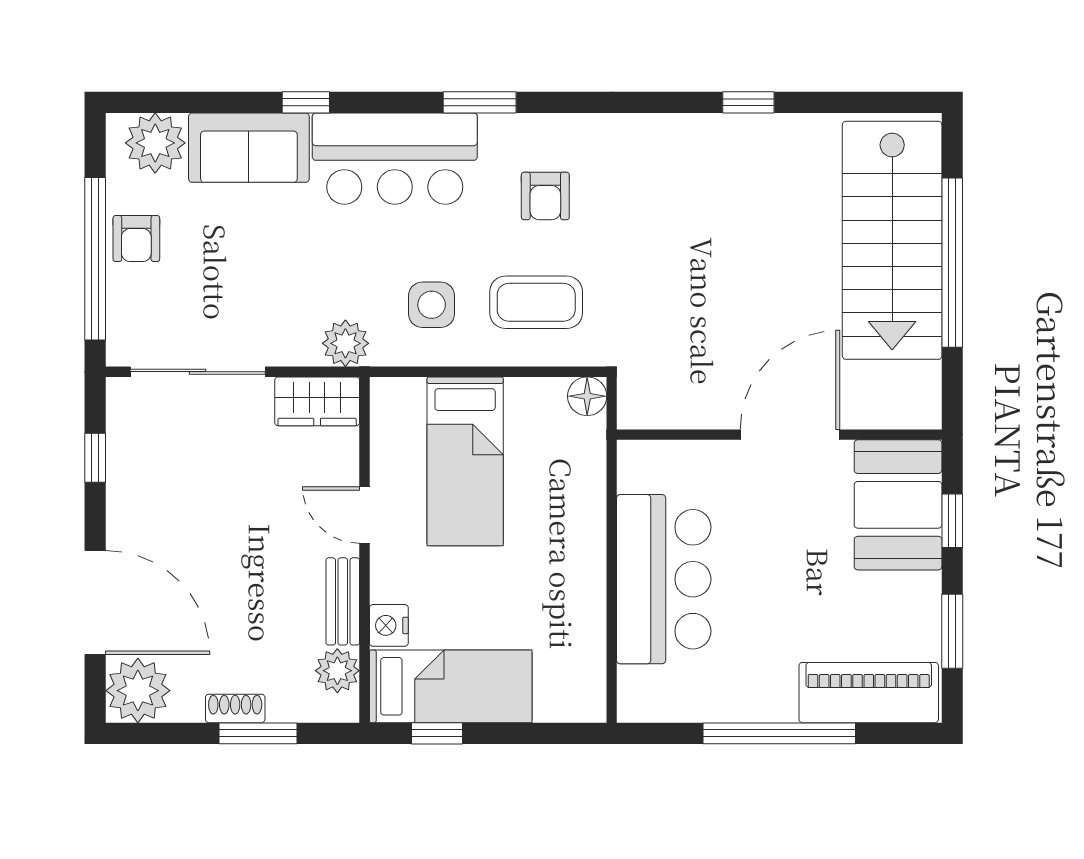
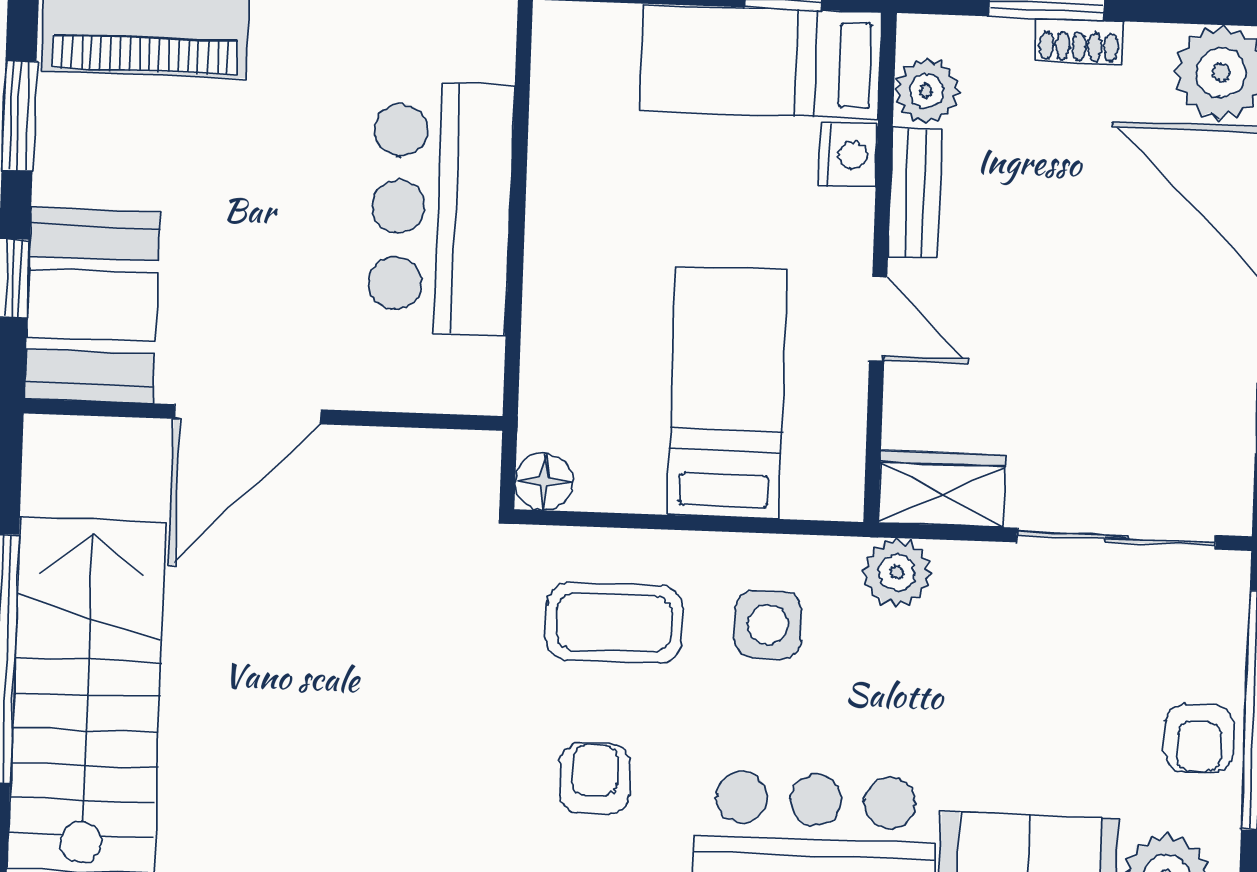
armchair: (136, 239) -> (1199, 738), turned 180

